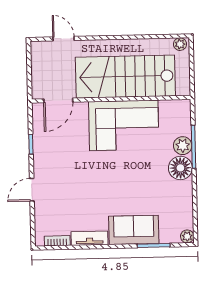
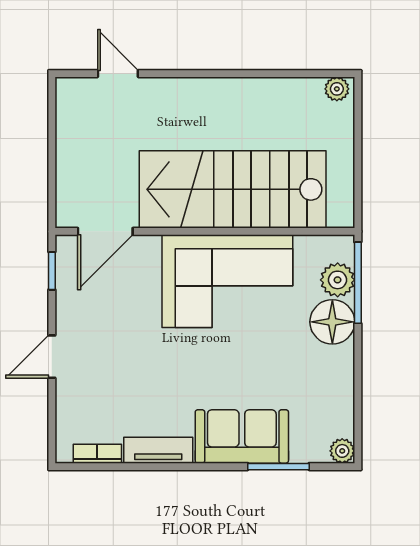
stairs: (125, 77) -> (233, 189), moved
wall: (111, 99) -> (205, 231), moved
door: (58, 100) -> (105, 231), moved
corner sofa: (124, 125) -> (227, 281), moved

